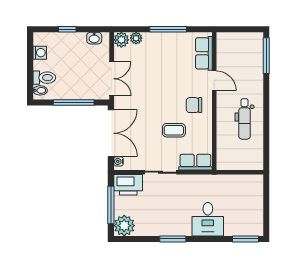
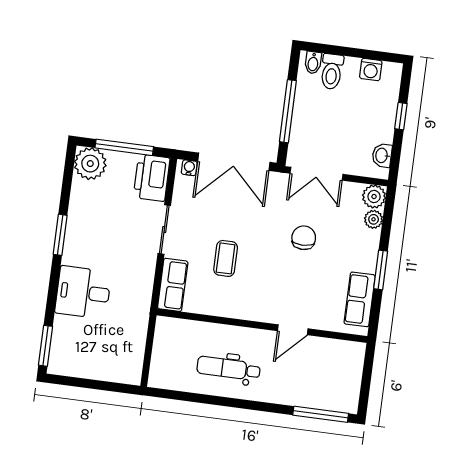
window: (168, 29) -> (381, 270), width x0.69
row of seats: (204, 53) -> (360, 299), moved, turned -90
chair: (194, 105) -> (304, 238), moved

